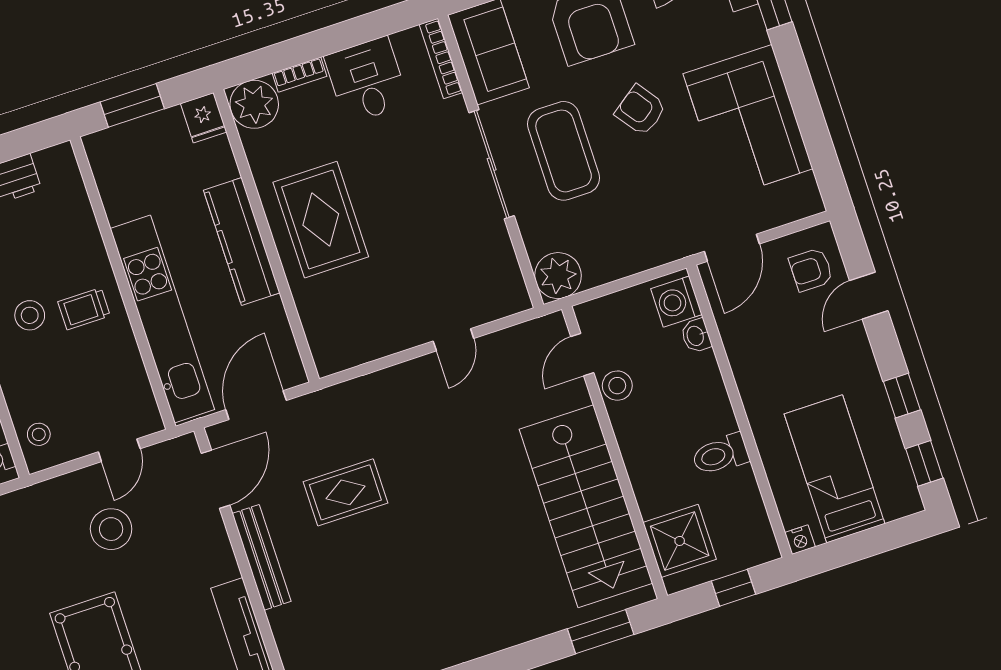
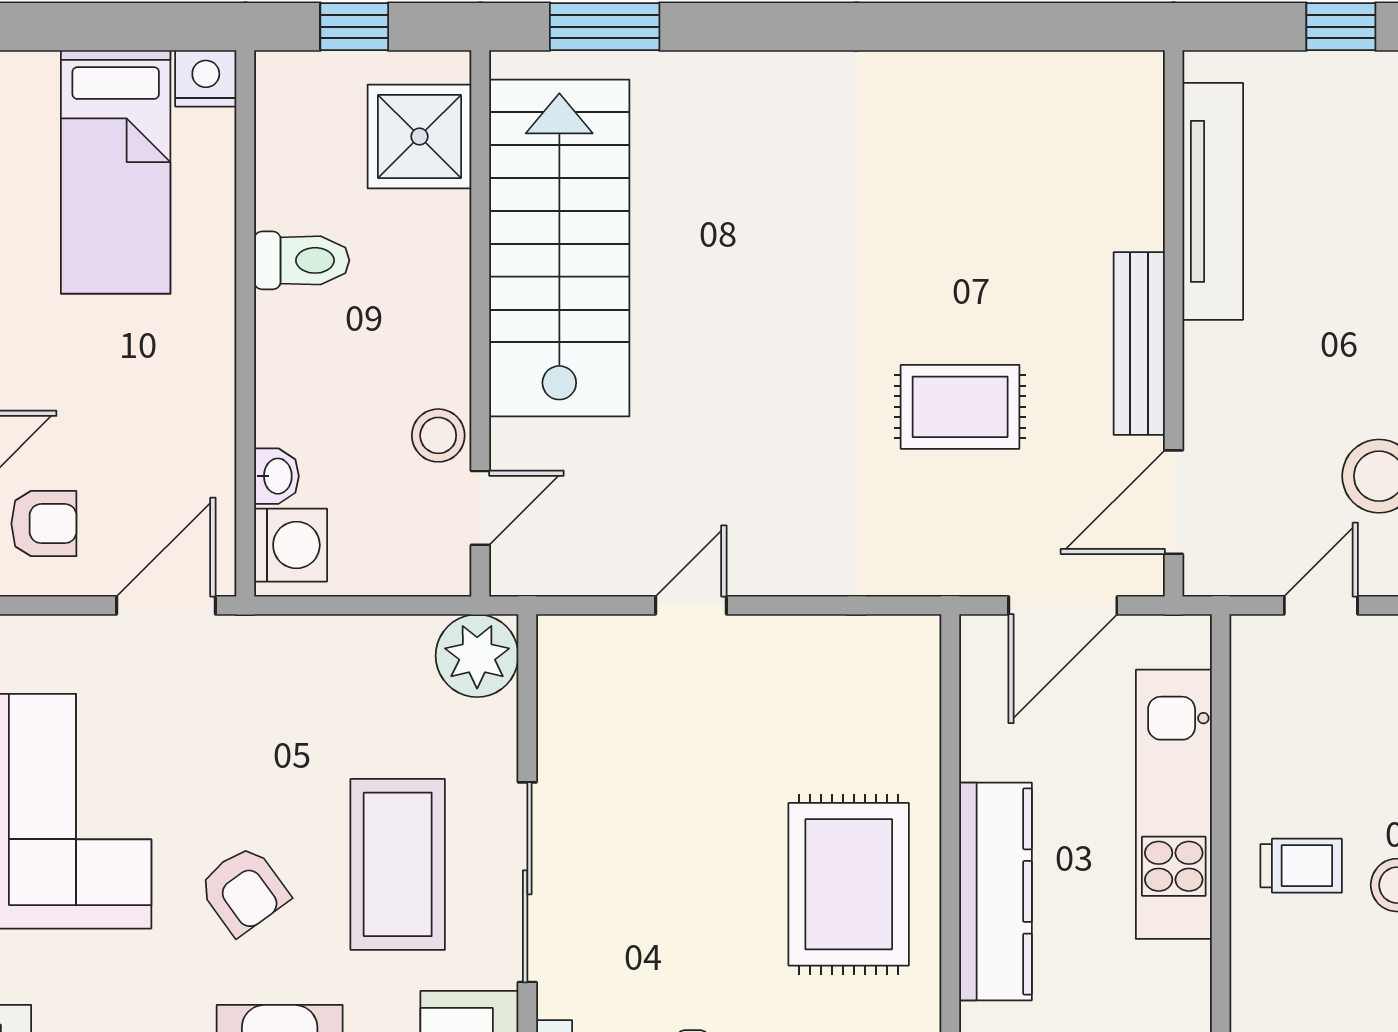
kitchen unit: (162, 319) -> (1174, 804), width x0.73
nightstand: (800, 540) -> (206, 78), width x1.39, depth x1.35

